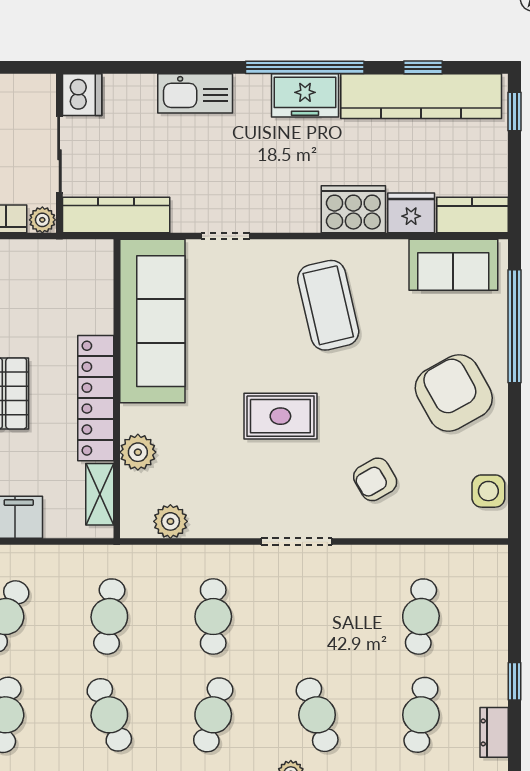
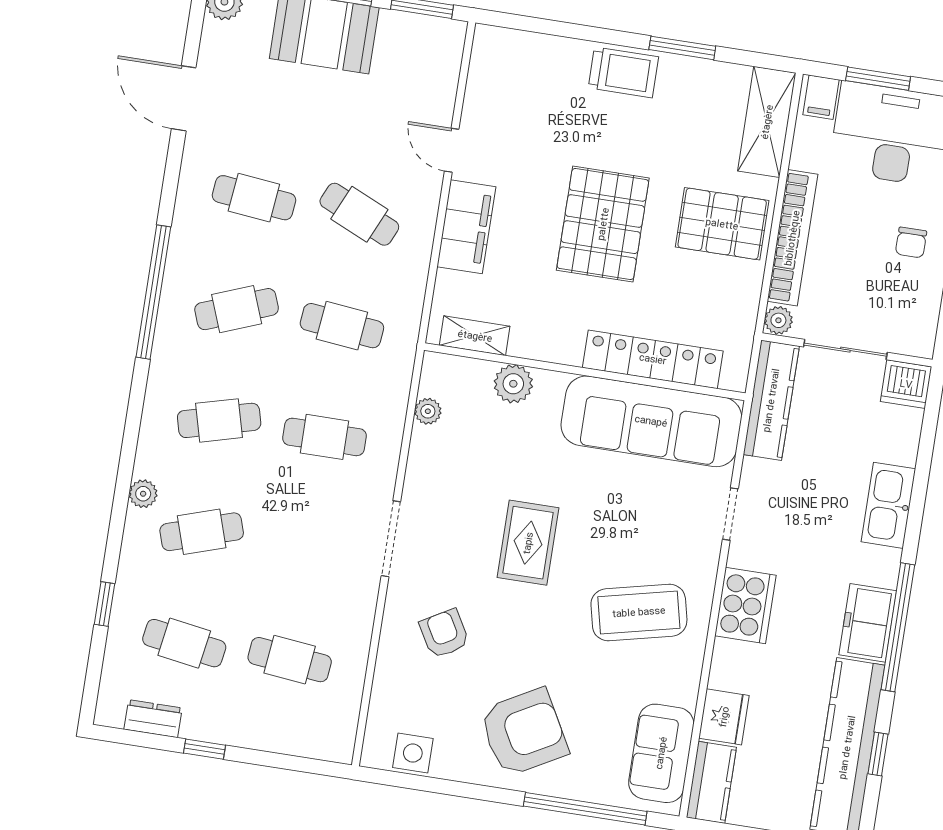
cooker: (353, 209) -> (745, 605), moved
locker: (96, 398) -> (653, 359), moved
plant: (170, 521) -> (428, 411), width x0.73, depth x0.73
cafe table: (213, 715) -> (219, 420), turned -30

